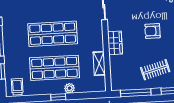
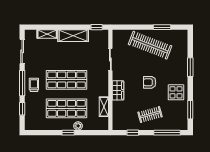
trolley: (17, 87) -> (34, 85), moved
window: (136, 93) -> (133, 133), width x0.46

